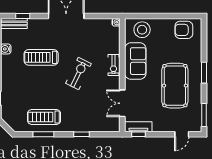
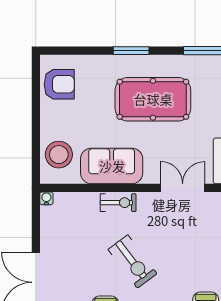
armchair: (184, 30) -> (59, 84), turned -90
exercise bike: (79, 73) -> (133, 261), turned -153
double door: (122, 103) -> (183, 188), swing flipped

